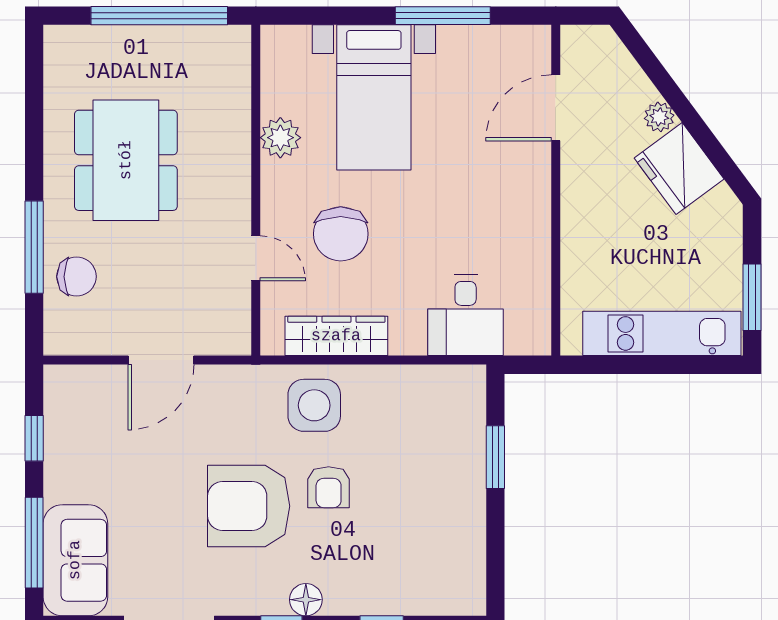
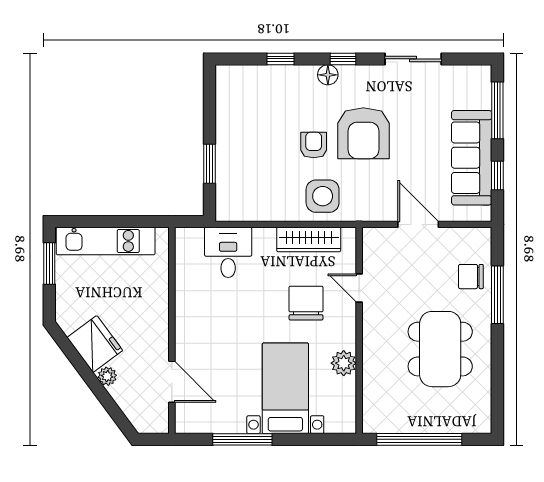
door: (556, 108) -> (172, 382), hinge flipped
door: (161, 360) -> (418, 224), hinge flipped
armchair: (249, 506) -> (363, 133), turned 90
sofa: (75, 560) -> (472, 158), moved, width x1.36

